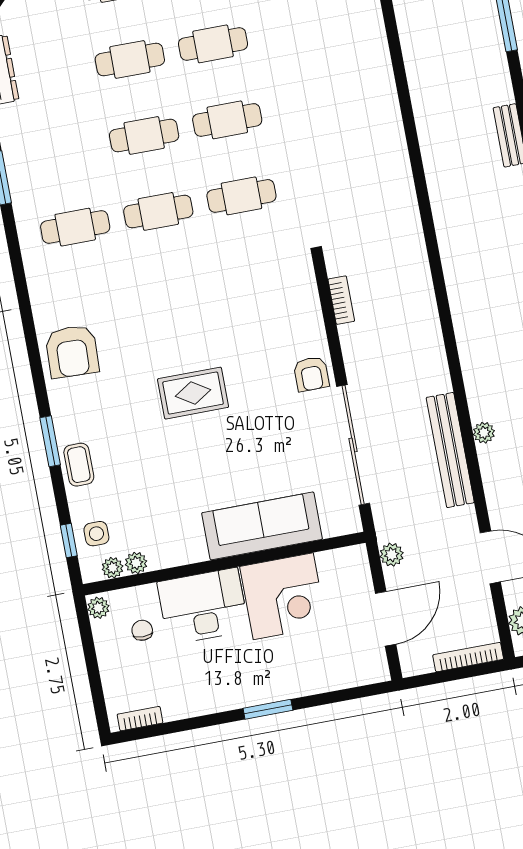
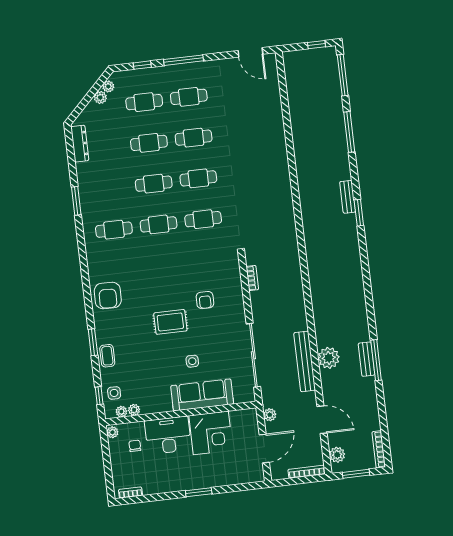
armchair: (311, 374) -> (205, 300), moved
plant: (484, 433) -> (329, 358), width x1.88, depth x1.88
side table: (239, 464) -> (192, 361), added

